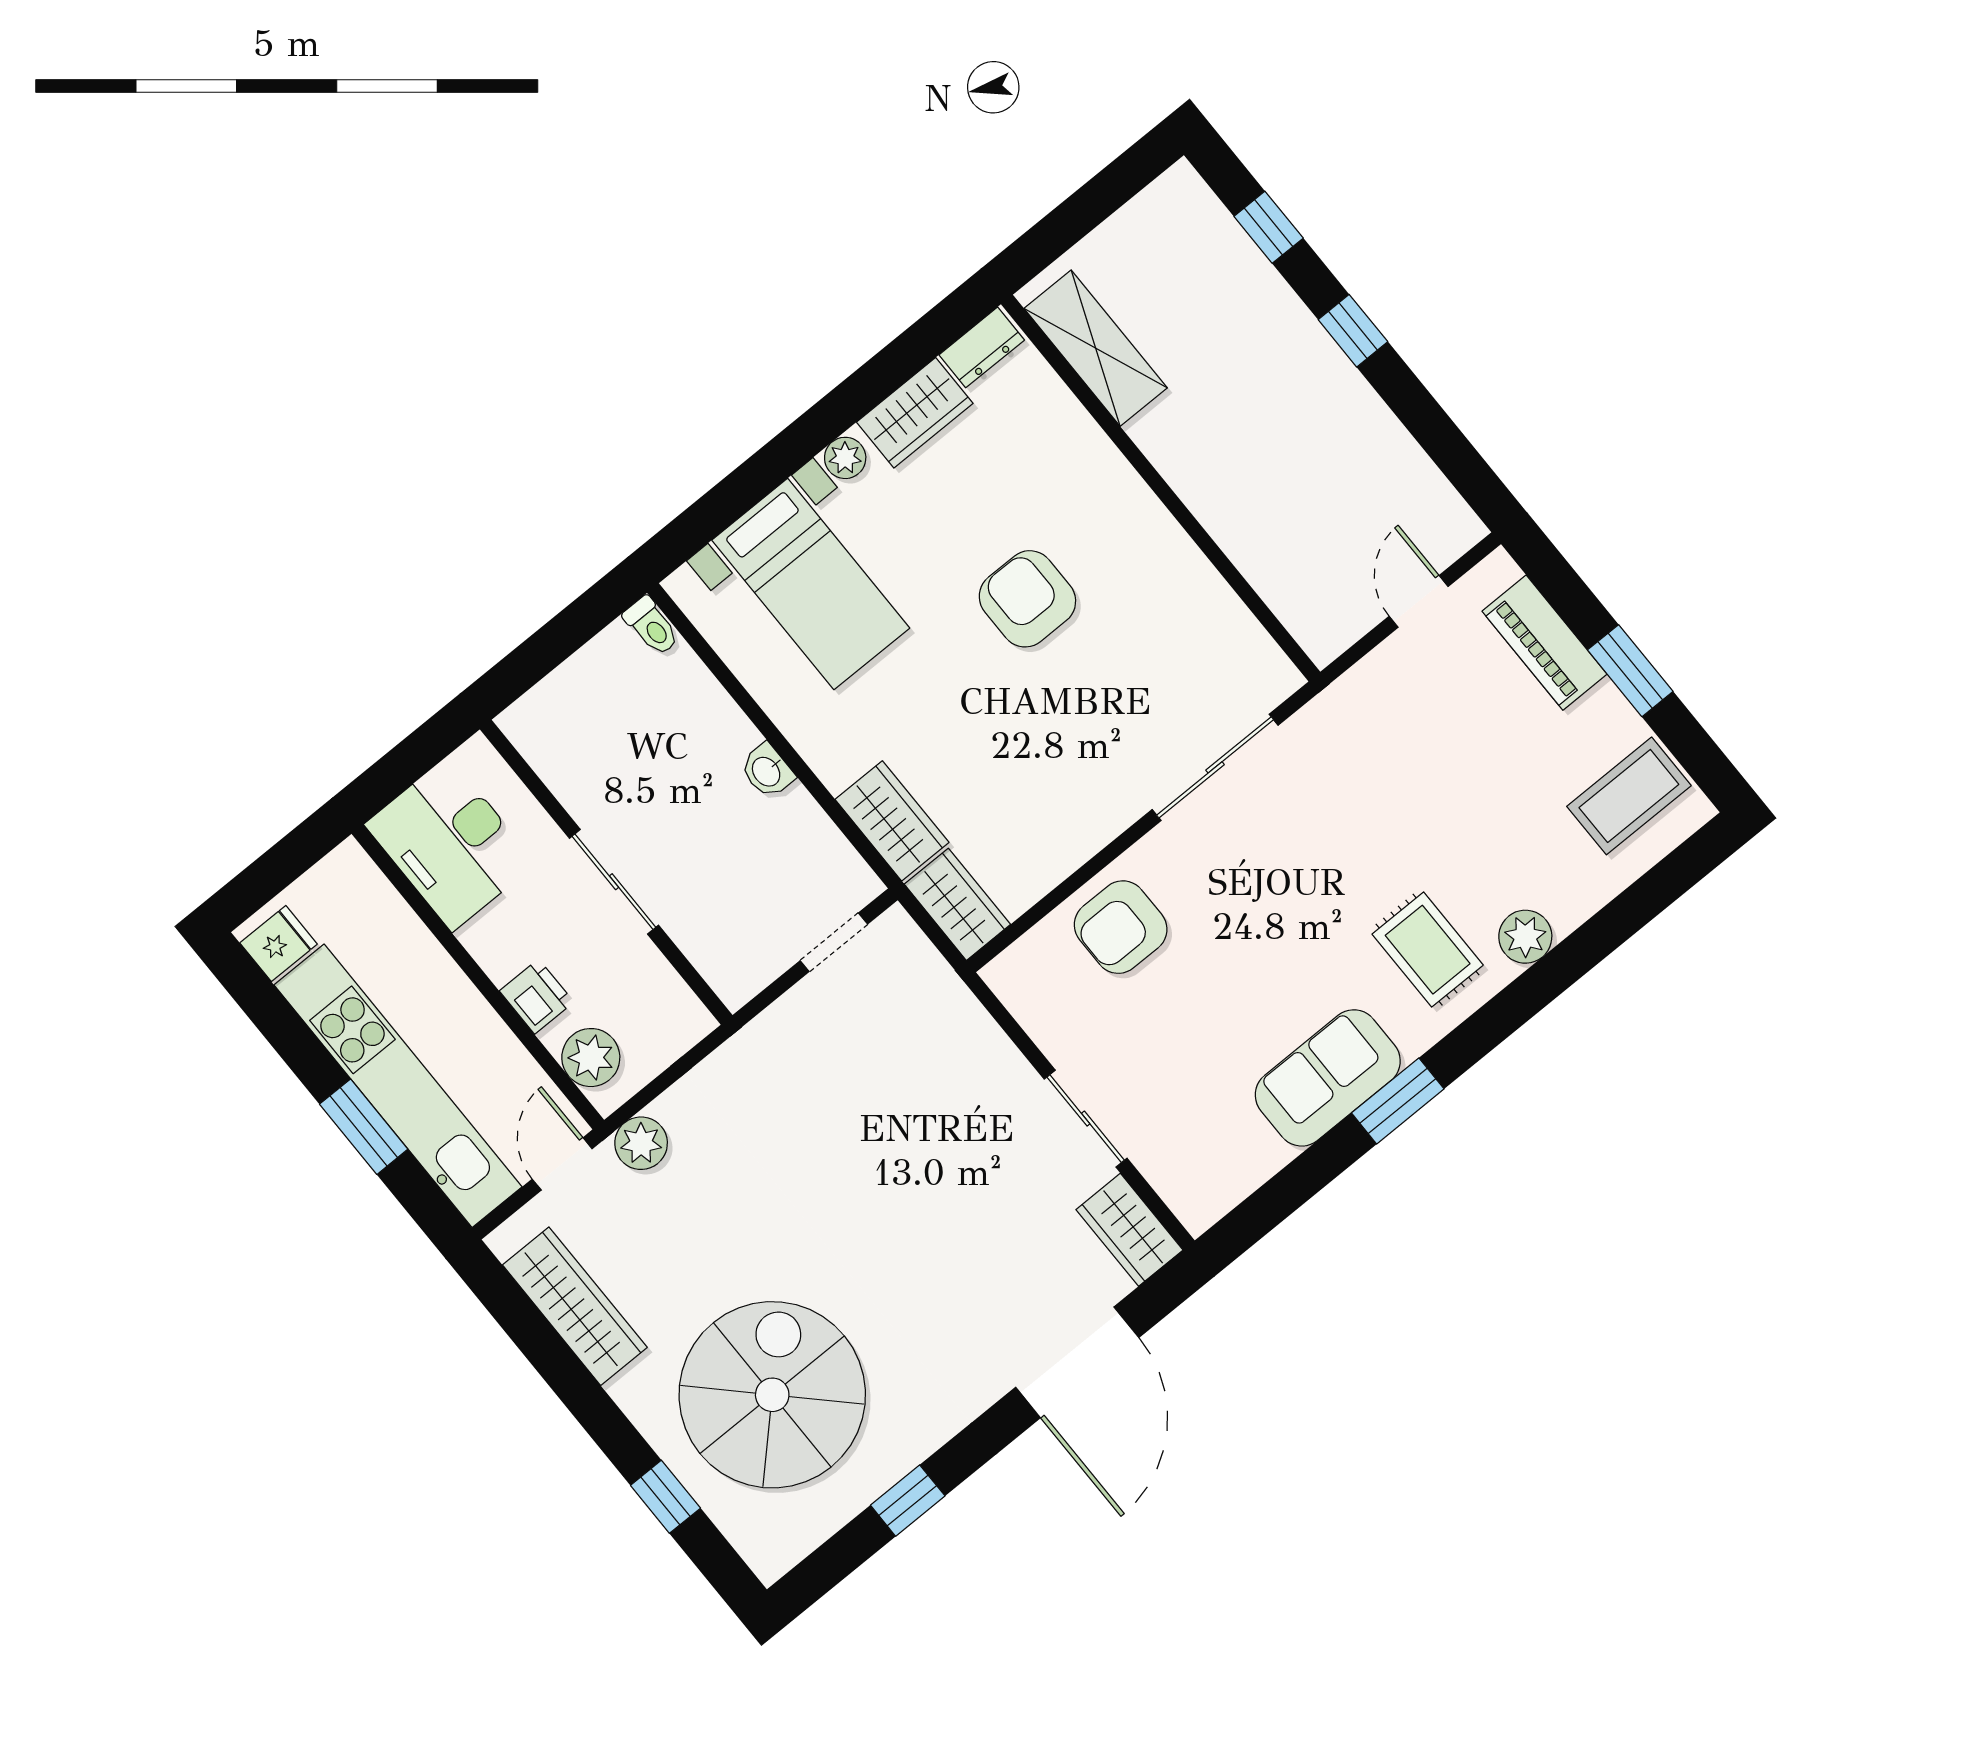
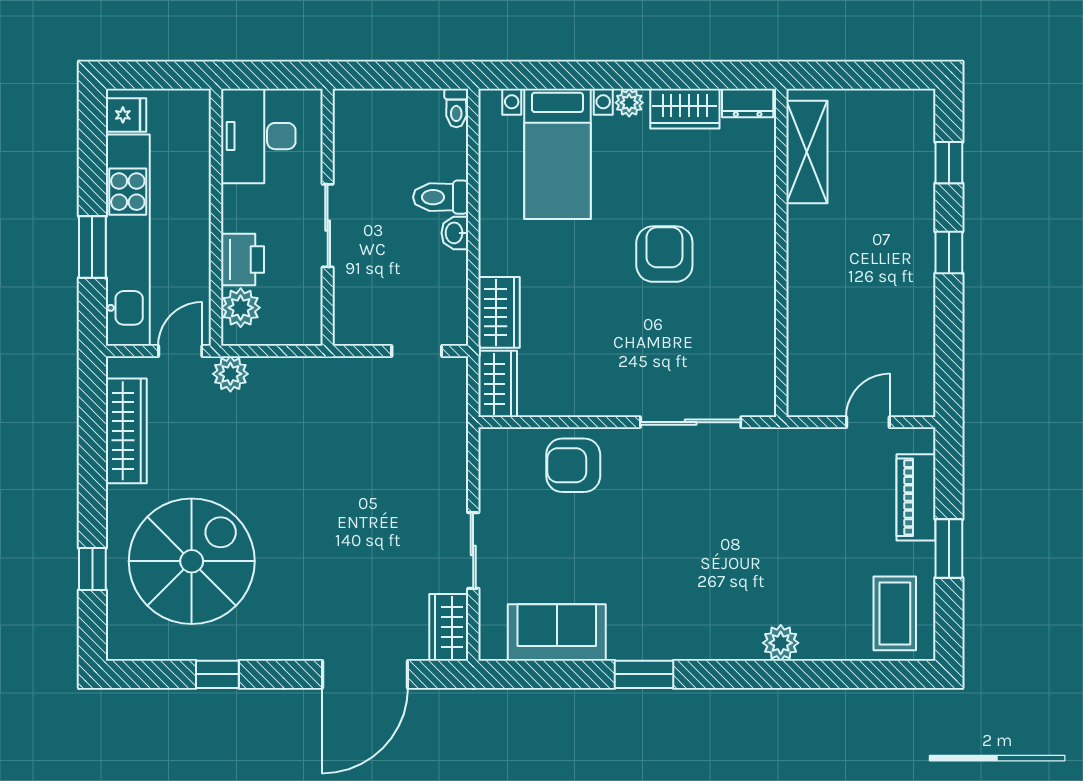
toilet: (717, 743) -> (441, 197), added
coffee table: (1629, 796) -> (895, 613), turned 90
rug: (1428, 950) -> (724, 608), removed
printer: (537, 997) -> (242, 260), width x1.36, depth x1.24
sofa: (1328, 1078) -> (557, 632), moved

